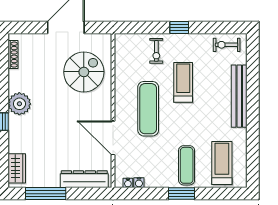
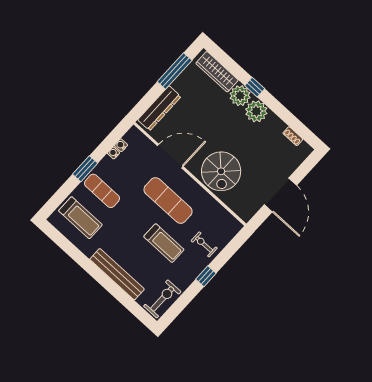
exercise bike: (227, 45) -> (162, 299), width x1.38, depth x1.39
shoe rack: (13, 55) -> (293, 136), width x0.70
spiral stairs: (84, 72) -> (221, 171), moved
plant: (19, 127) -> (240, 96), added
wardrobe: (17, 168) -> (217, 72), width x1.50
water cooler: (128, 183) -> (114, 153), moved

